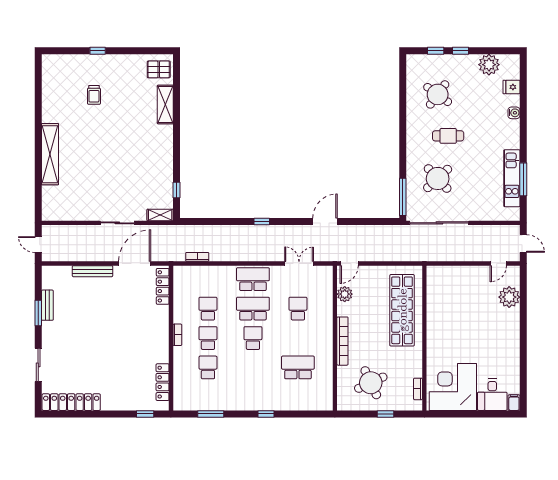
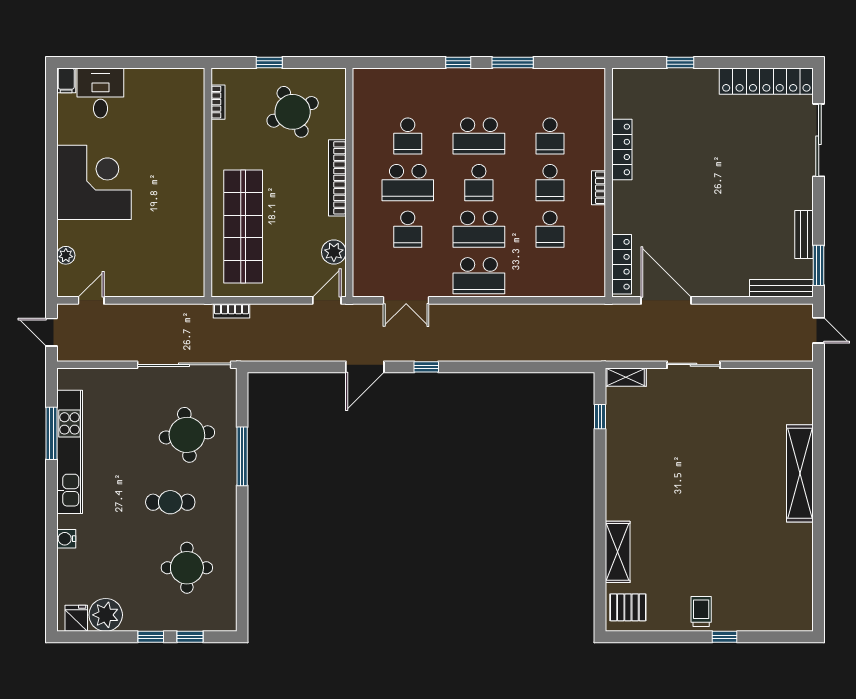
fridge: (512, 87) -> (76, 618), moved, turned -90
round table: (438, 94) -> (187, 568), turned -36
trolley: (94, 95) -> (701, 611), moved
round table: (438, 178) -> (187, 435), turned 36
kitchen unit: (512, 178) -> (70, 452), width x1.36
window: (403, 197) -> (242, 456), moved
window: (262, 221) -> (426, 367), moved
bookcase: (197, 257) -> (232, 311), moved
door: (135, 263) -> (666, 300), swing flipped
bench: (93, 271) -> (781, 288), moved
plant: (509, 297) -> (66, 255), width x0.53, depth x0.53
window: (38, 313) -> (819, 265), moved
school desk: (298, 338) -> (408, 183), added
sliding door: (38, 365) -> (819, 140), width x1.37
school desk: (253, 367) -> (479, 136), added
school desk: (298, 367) -> (408, 136), width x0.54
locker: (163, 382) -> (622, 149), moved
corner desk: (453, 387) -> (94, 182), moved, turned -90
window: (145, 414) -> (680, 63), moved
window: (211, 414) -> (513, 63), moved

